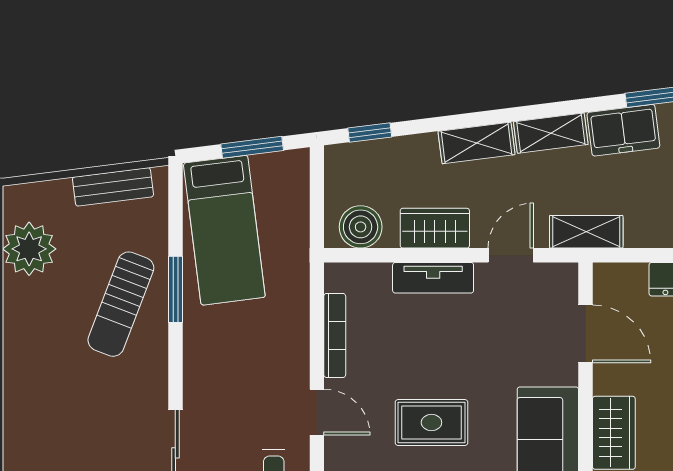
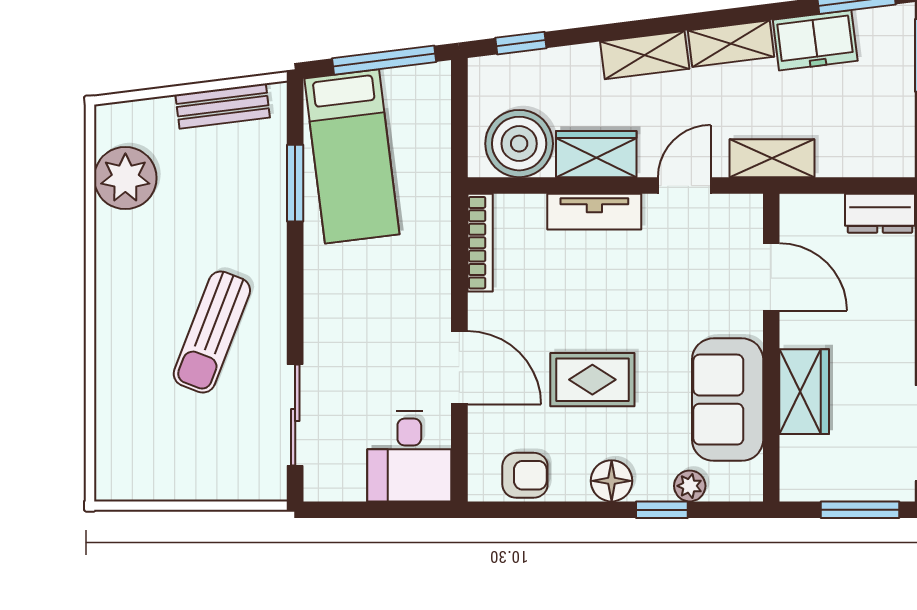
window: (252, 147) -> (384, 60), width x1.44
boiler: (361, 227) -> (519, 144), width x1.37, depth x1.37
window: (175, 289) -> (295, 183), moved
sun lounger: (121, 304) -> (212, 332), moved
bookcase: (335, 335) -> (480, 243), moved
door: (317, 412) -> (459, 368), width x1.38

